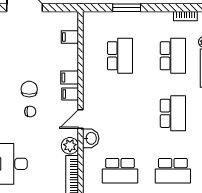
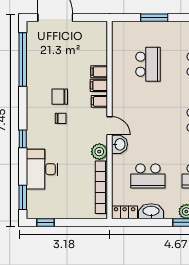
filing cabinet: (70, 37) -> (99, 72), moved
chair: (29, 89) -> (60, 97), turned -90
door: (80, 119) -> (110, 126), swing flipped

